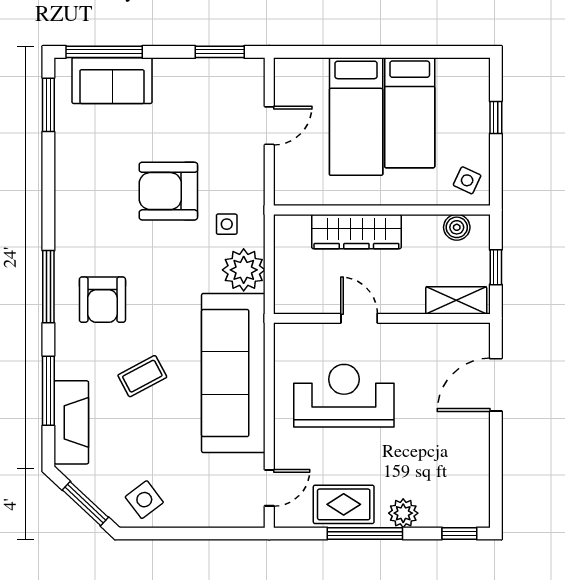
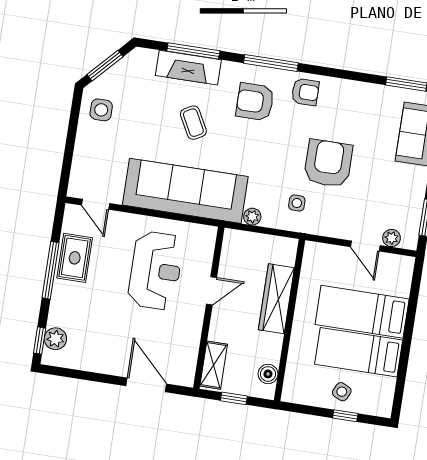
plant: (253, 93) -> (391, 238), added
side table: (467, 180) -> (342, 392), moved
armchair: (79, 236) -> (305, 92), added
plant: (244, 270) -> (252, 217), width x0.53, depth x0.53
fireplace: (71, 422) -> (188, 68), moved
side table: (144, 500) -> (101, 110), turned 37
plant: (403, 513) -> (55, 339), moved

